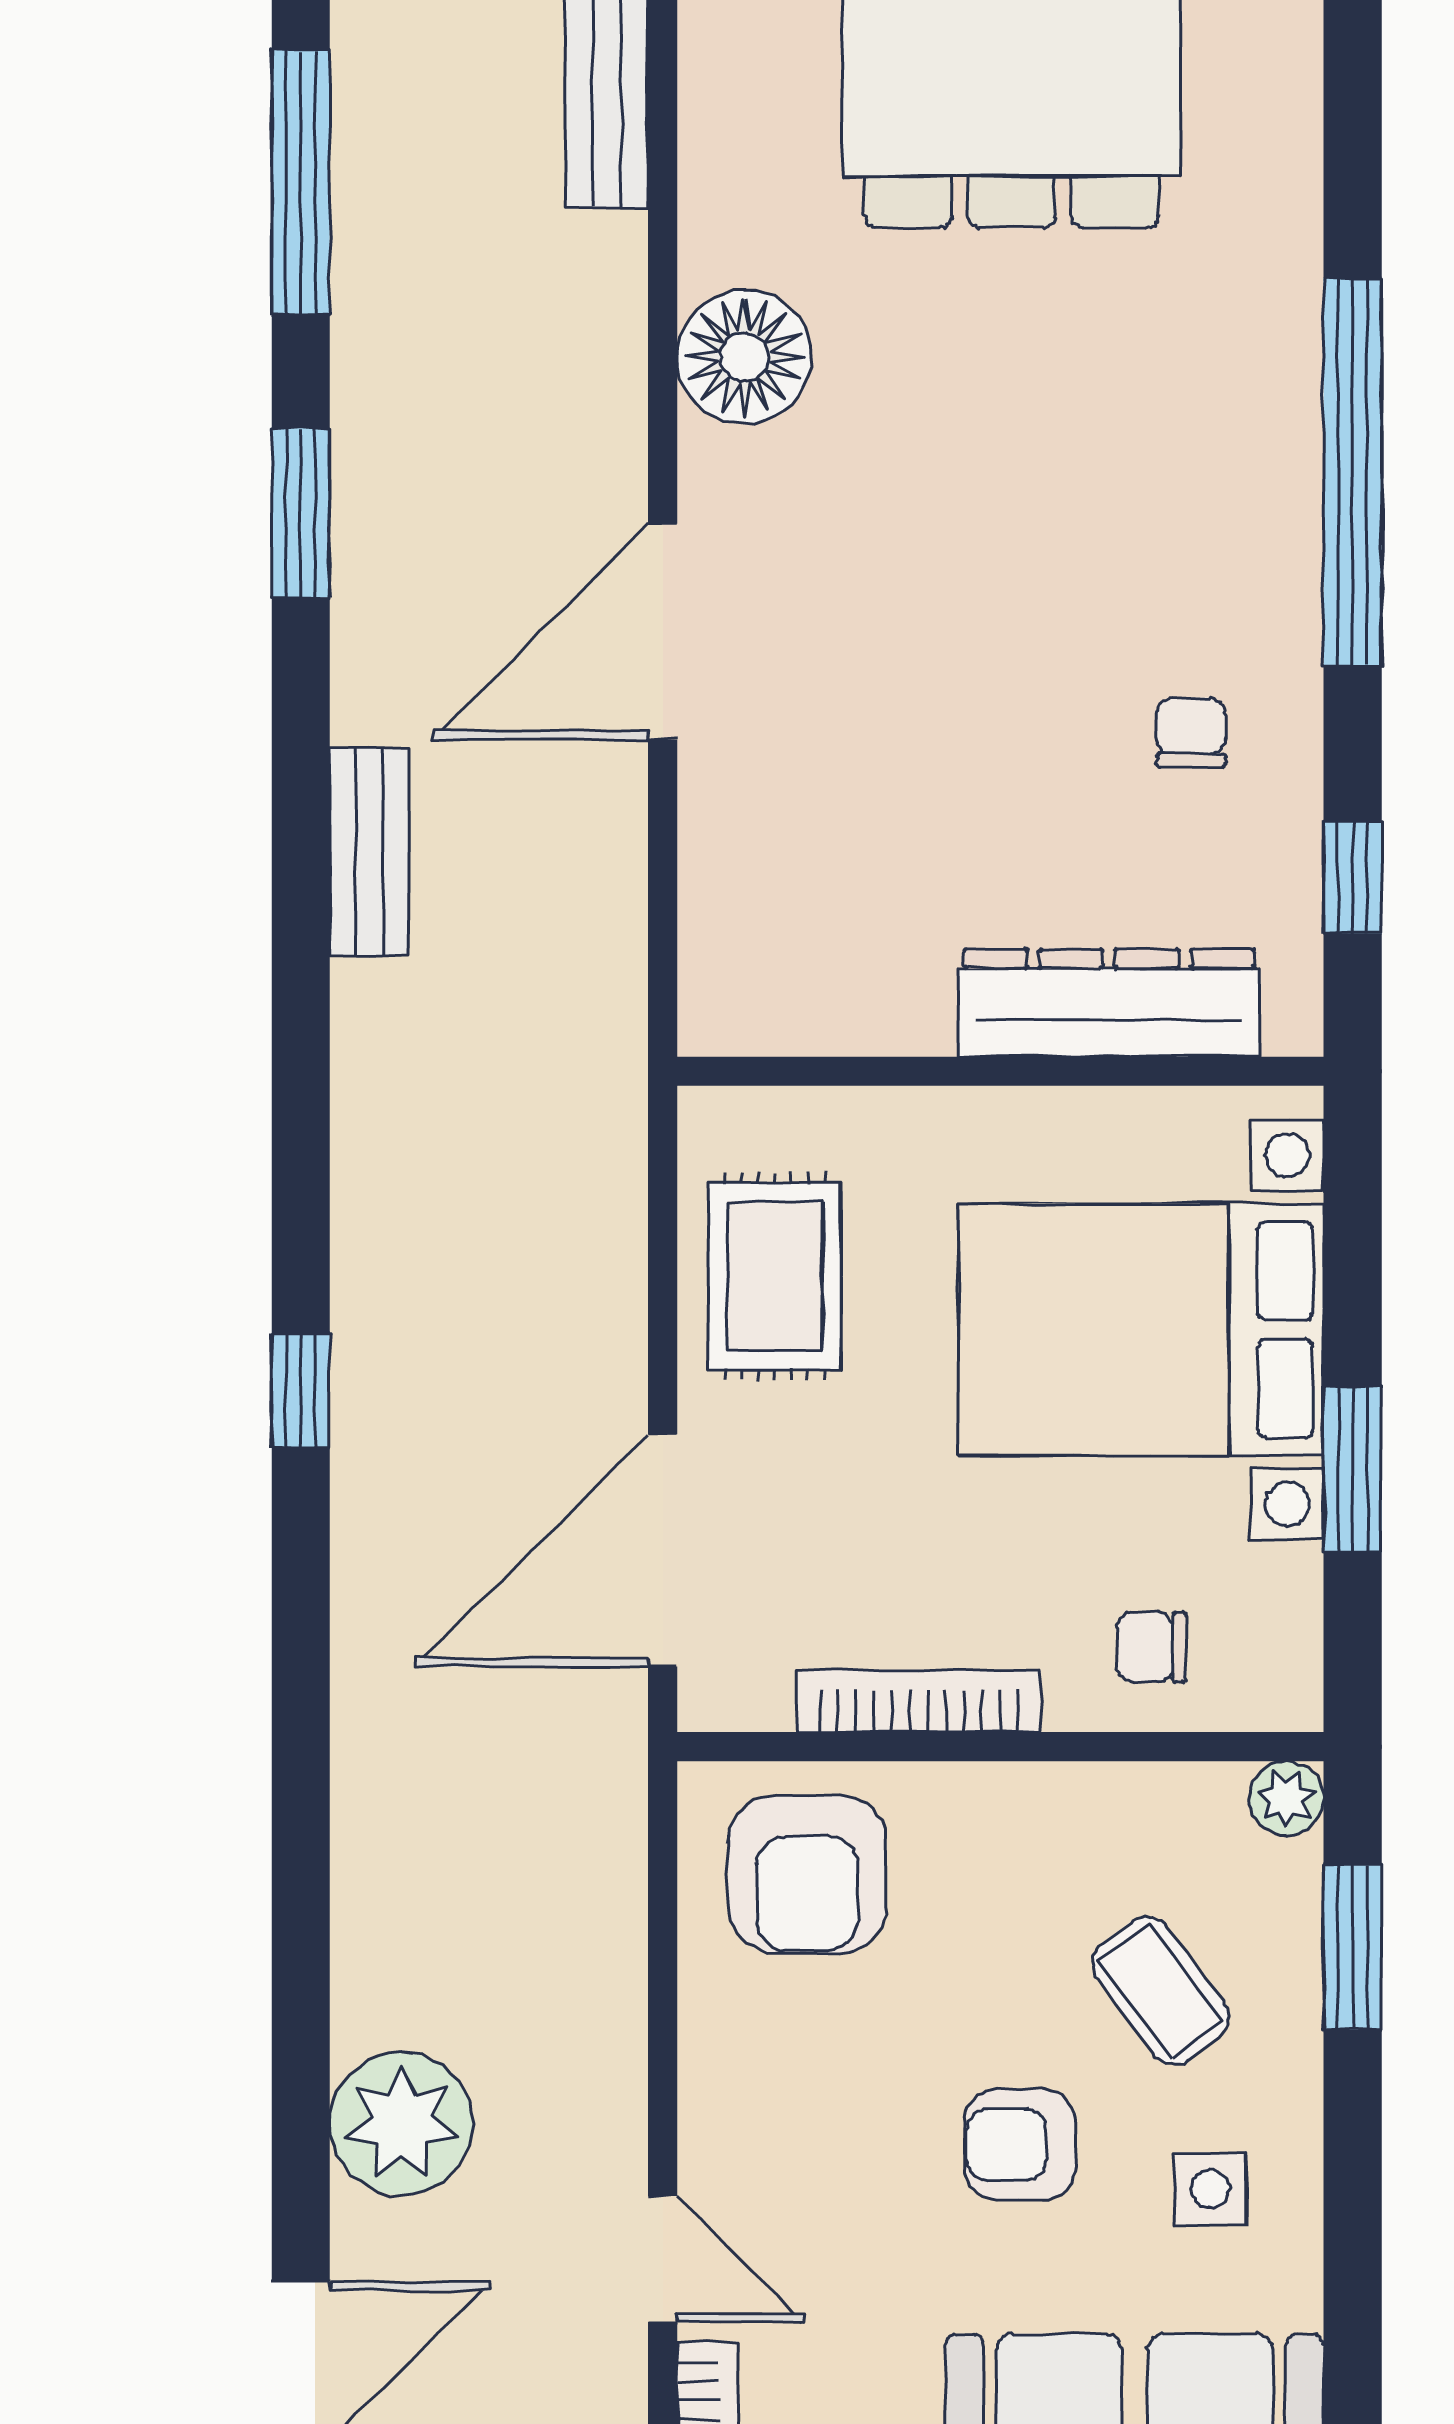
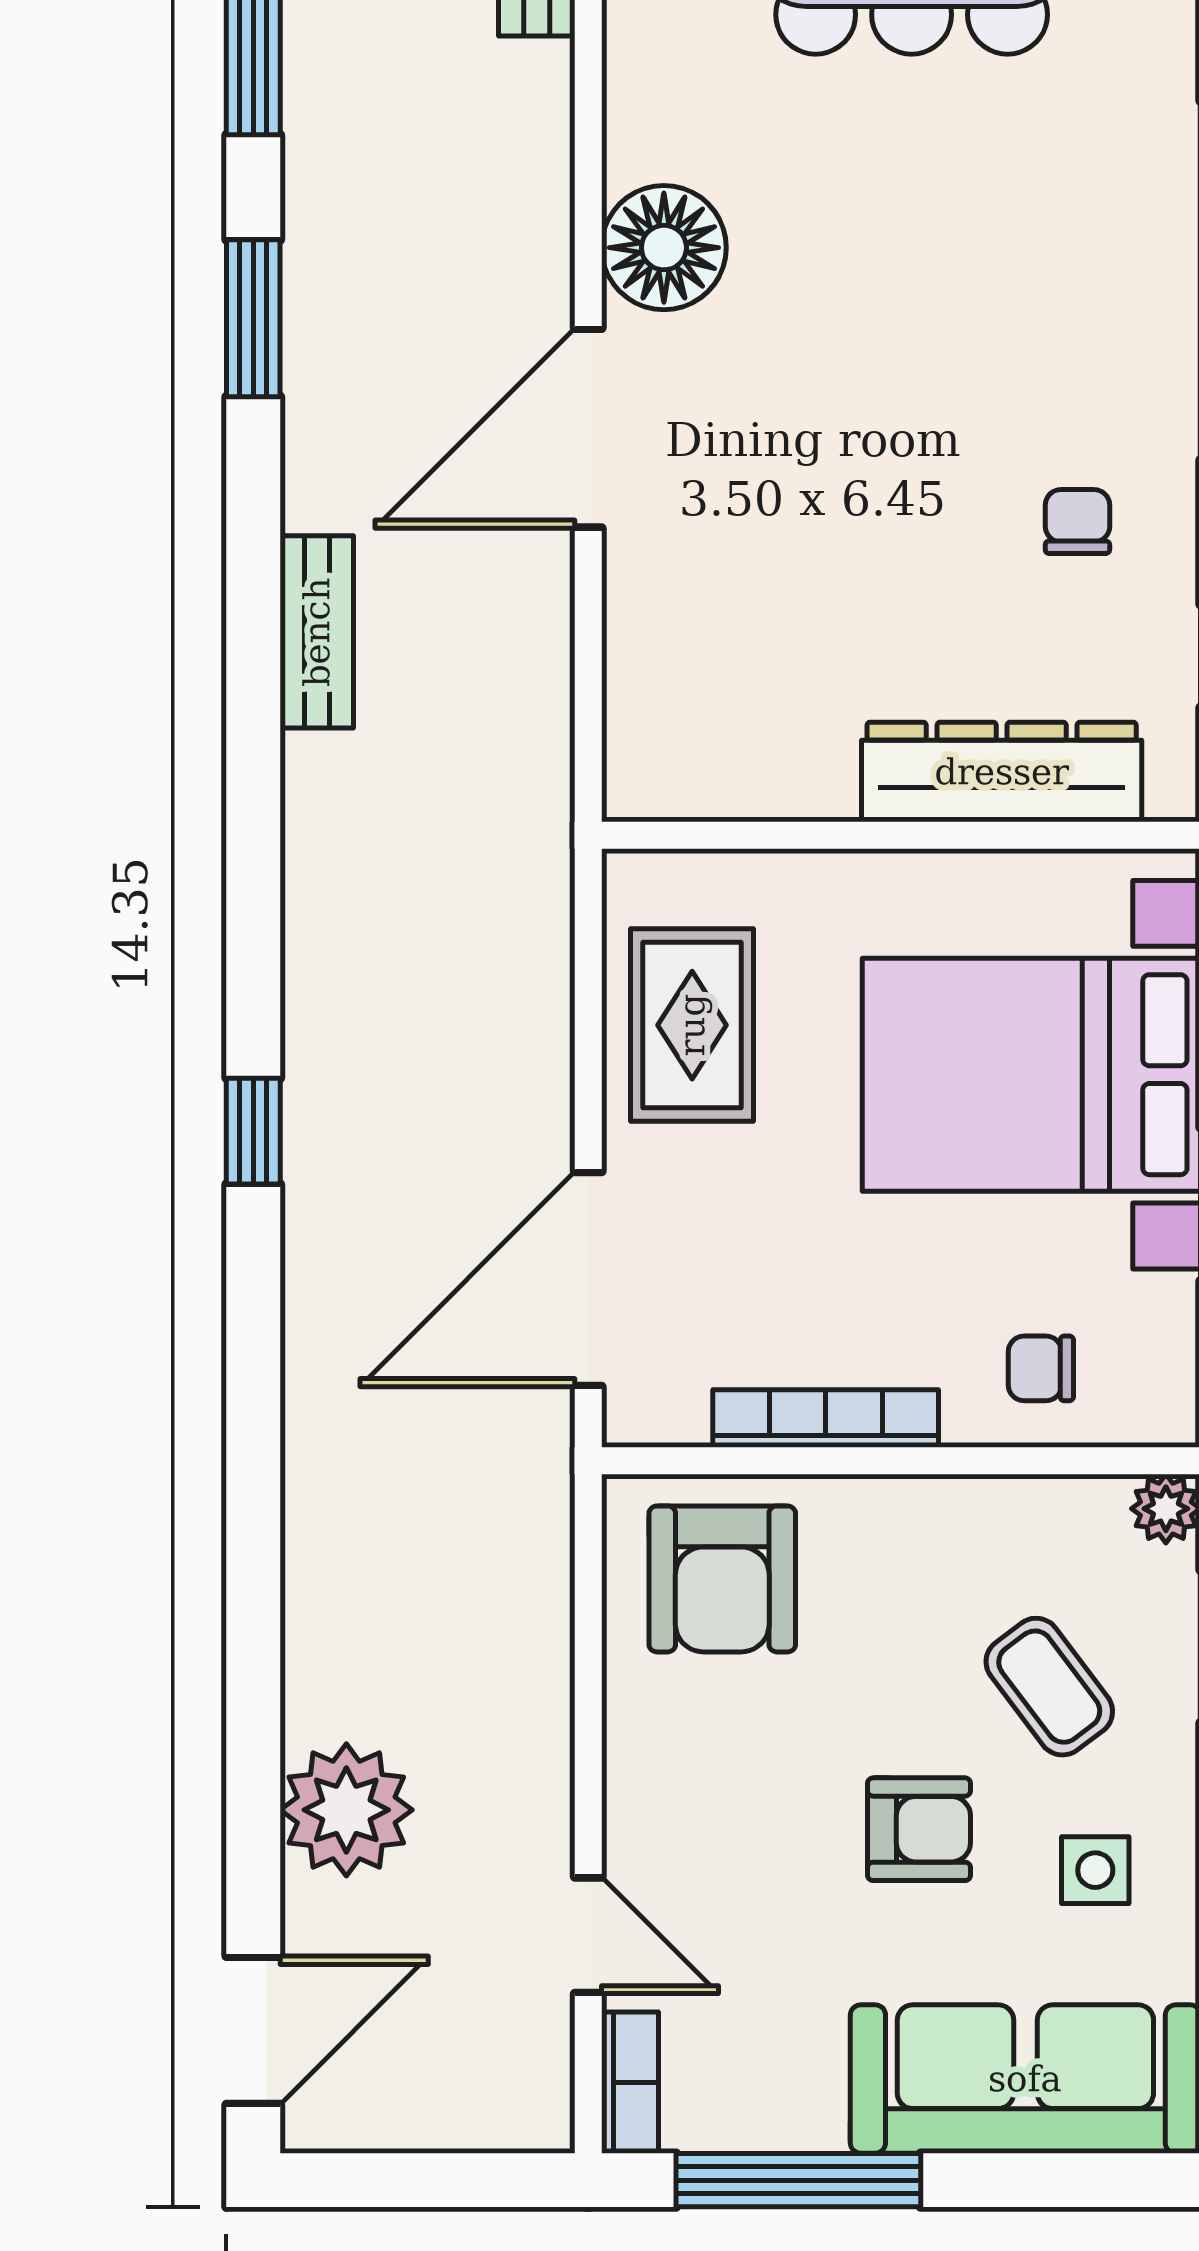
floor lamp: (744, 357) -> (664, 248), moved
armchair: (1020, 2144) -> (919, 1829), turned 180

